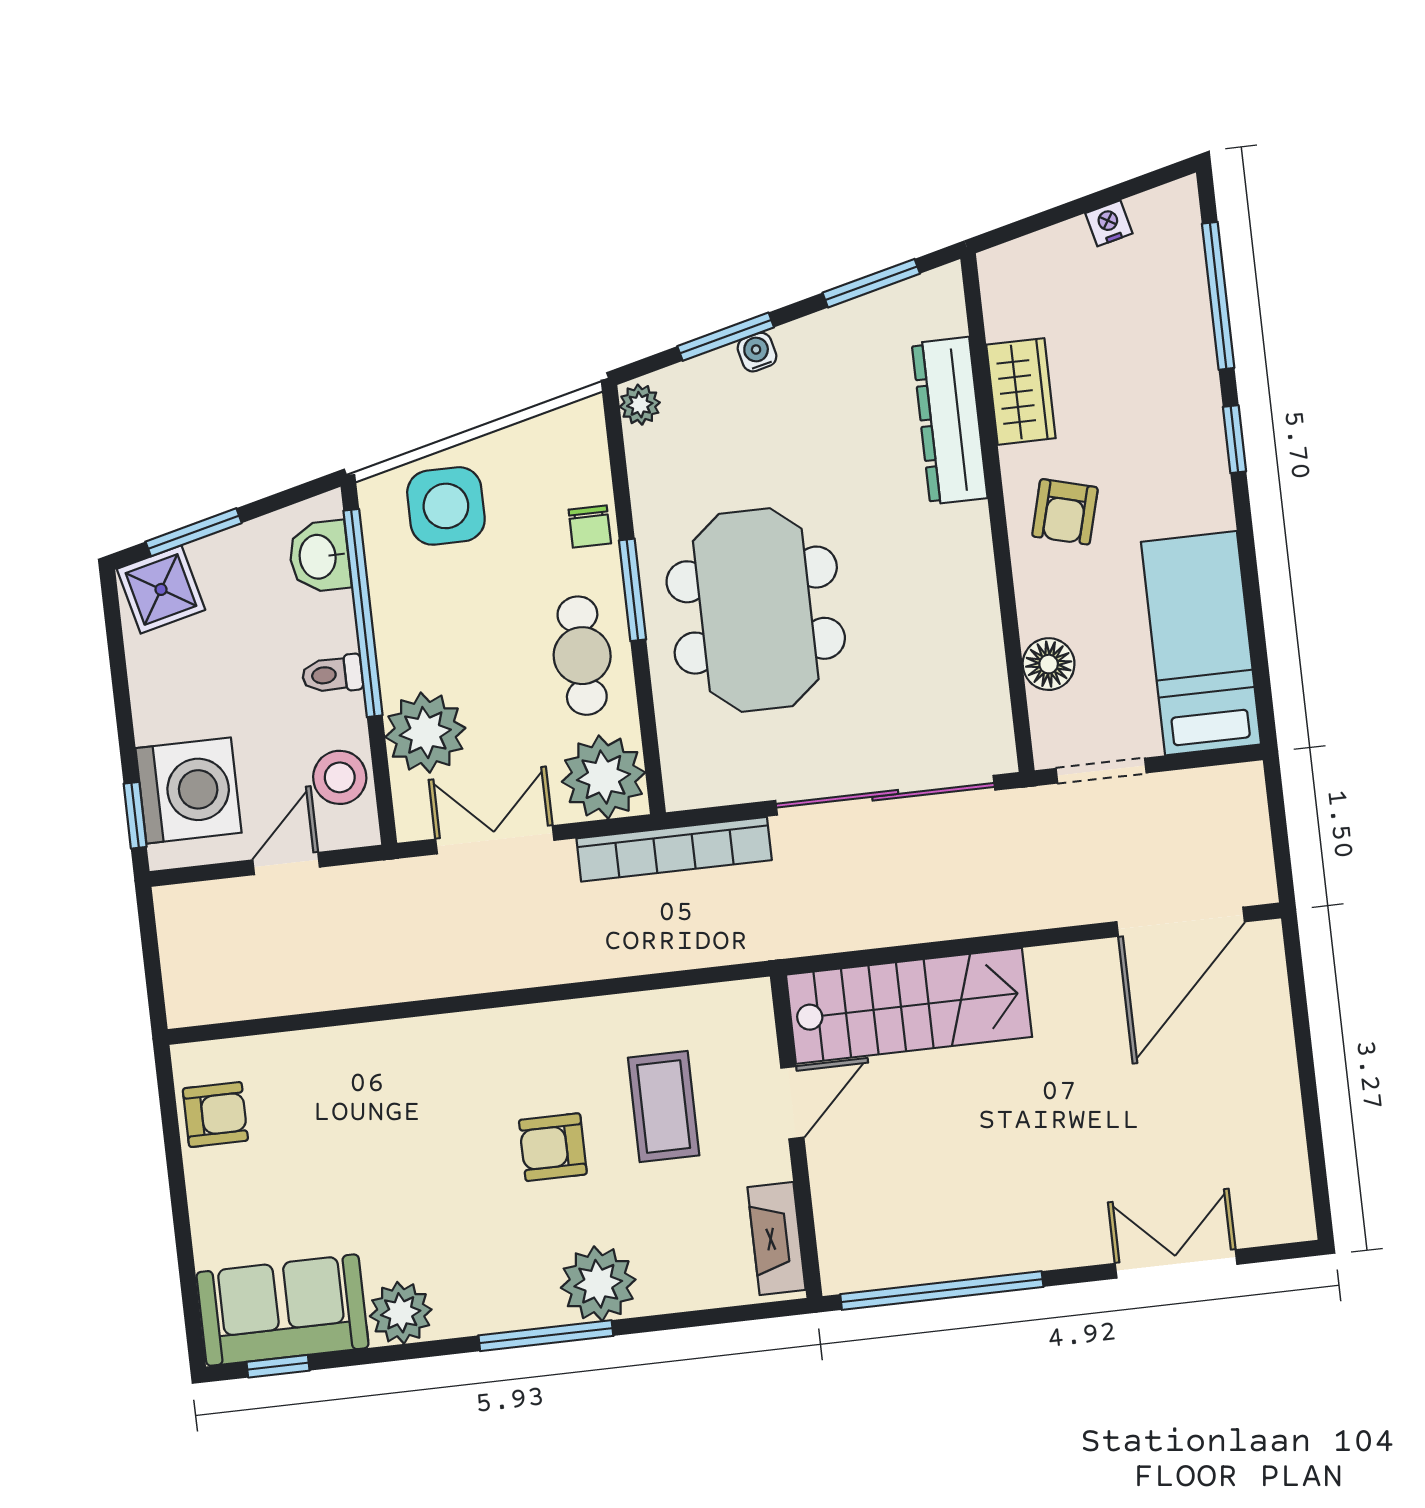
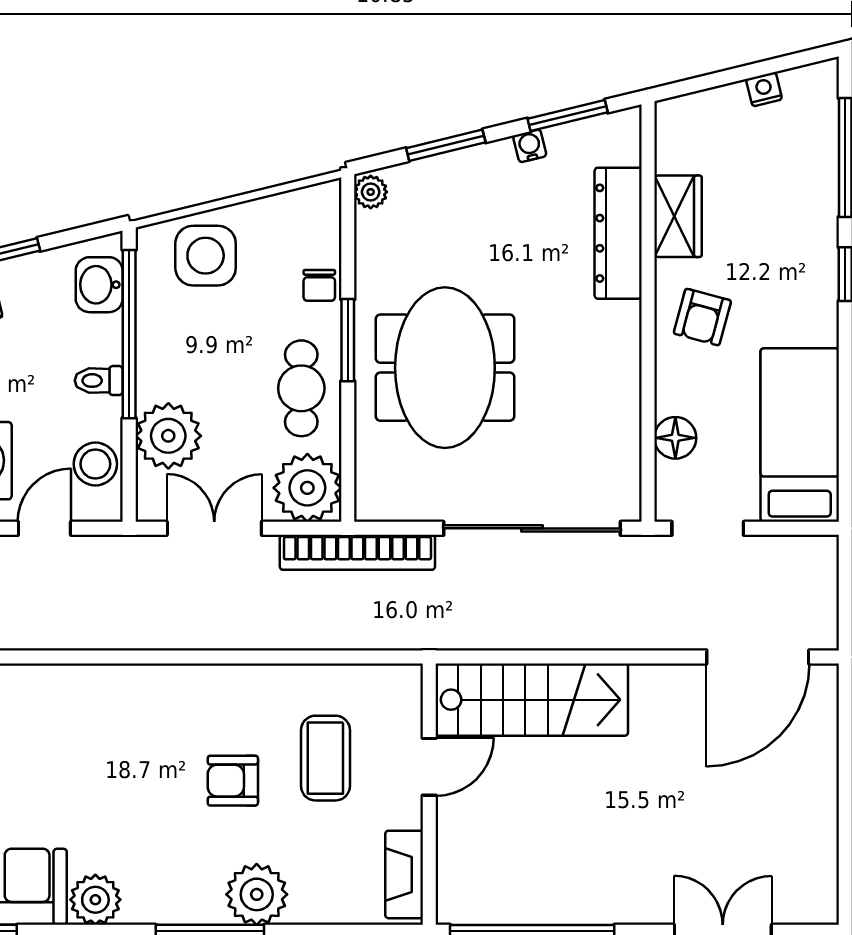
water cooler: (757, 352) -> (530, 146), moved

